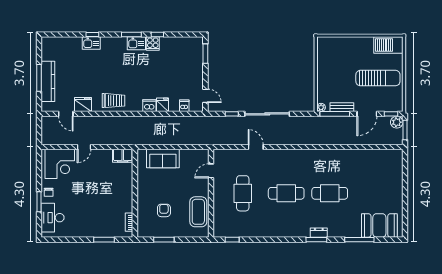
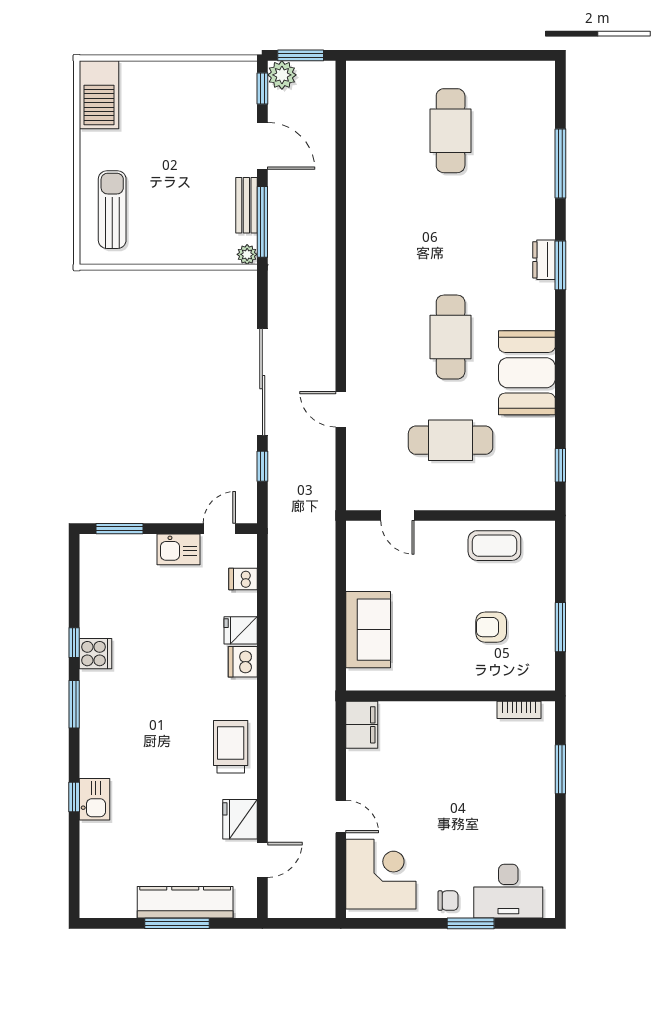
kitchen sink: (136, 43) -> (179, 549), moved, turned 90
sun lounger: (378, 78) -> (112, 210), moved, width x0.73, depth x0.75
door: (256, 147) -> (341, 409), hinge flipped
cafe table: (330, 193) -> (451, 131), moved
coffee table: (198, 212) -> (494, 546), width x0.73, depth x0.76
booth: (379, 225) -> (527, 373), moved

